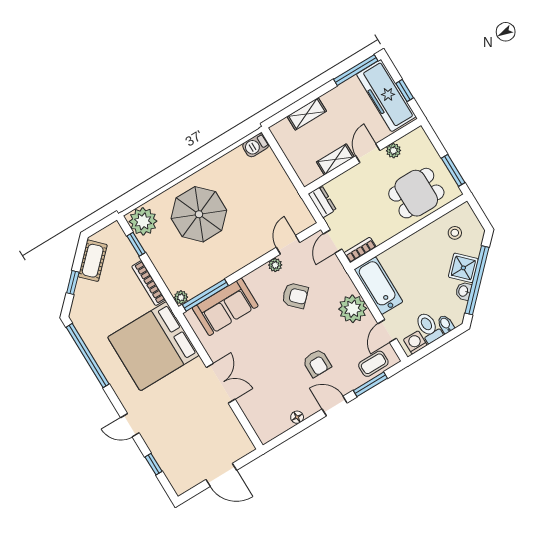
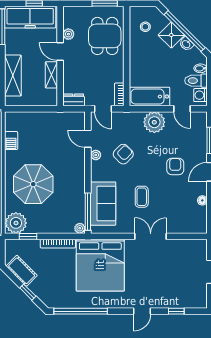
shelving: (307, 114) -> (13, 76), width x1.50, depth x1.33
barbecue: (256, 145) -> (11, 141), moved
armchair: (317, 363) -> (175, 166), turned -90
coffee table: (373, 364) -> (142, 197), moved

